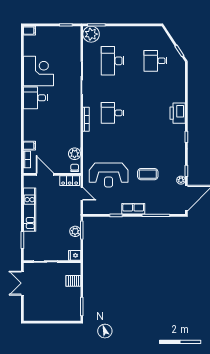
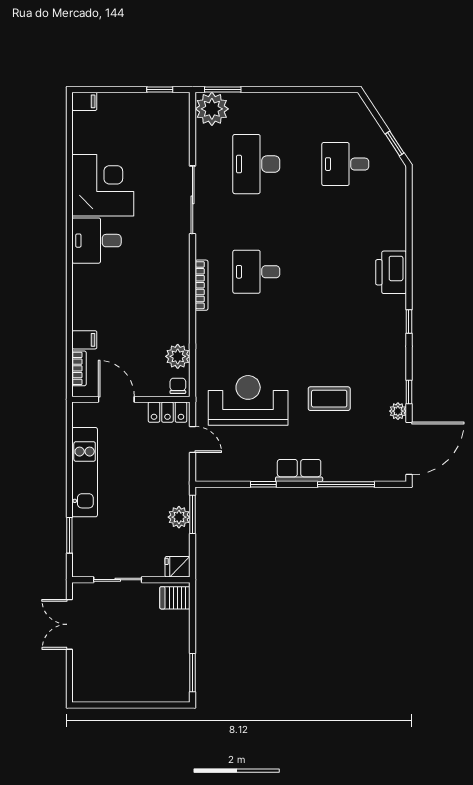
reception desk: (109, 175) -> (248, 400), turned 180
server rack: (73, 281) -> (175, 598), moved

